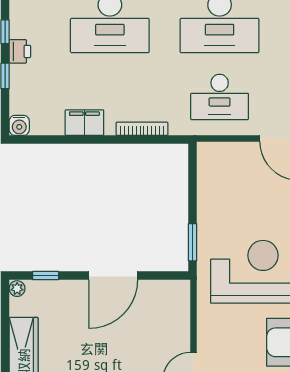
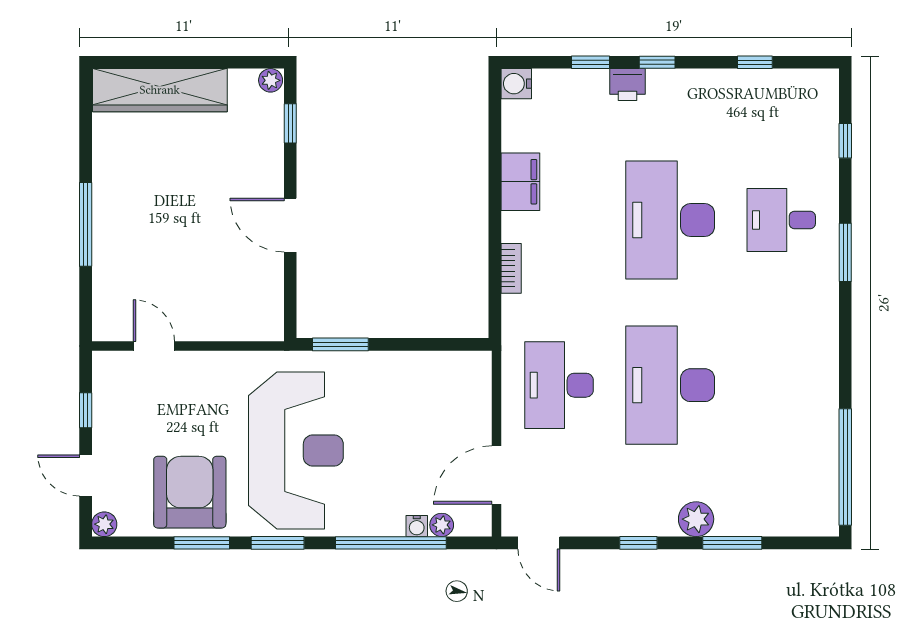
bookcase: (142, 129) -> (511, 268), width x0.64
door: (113, 276) -> (290, 225), width x0.73

